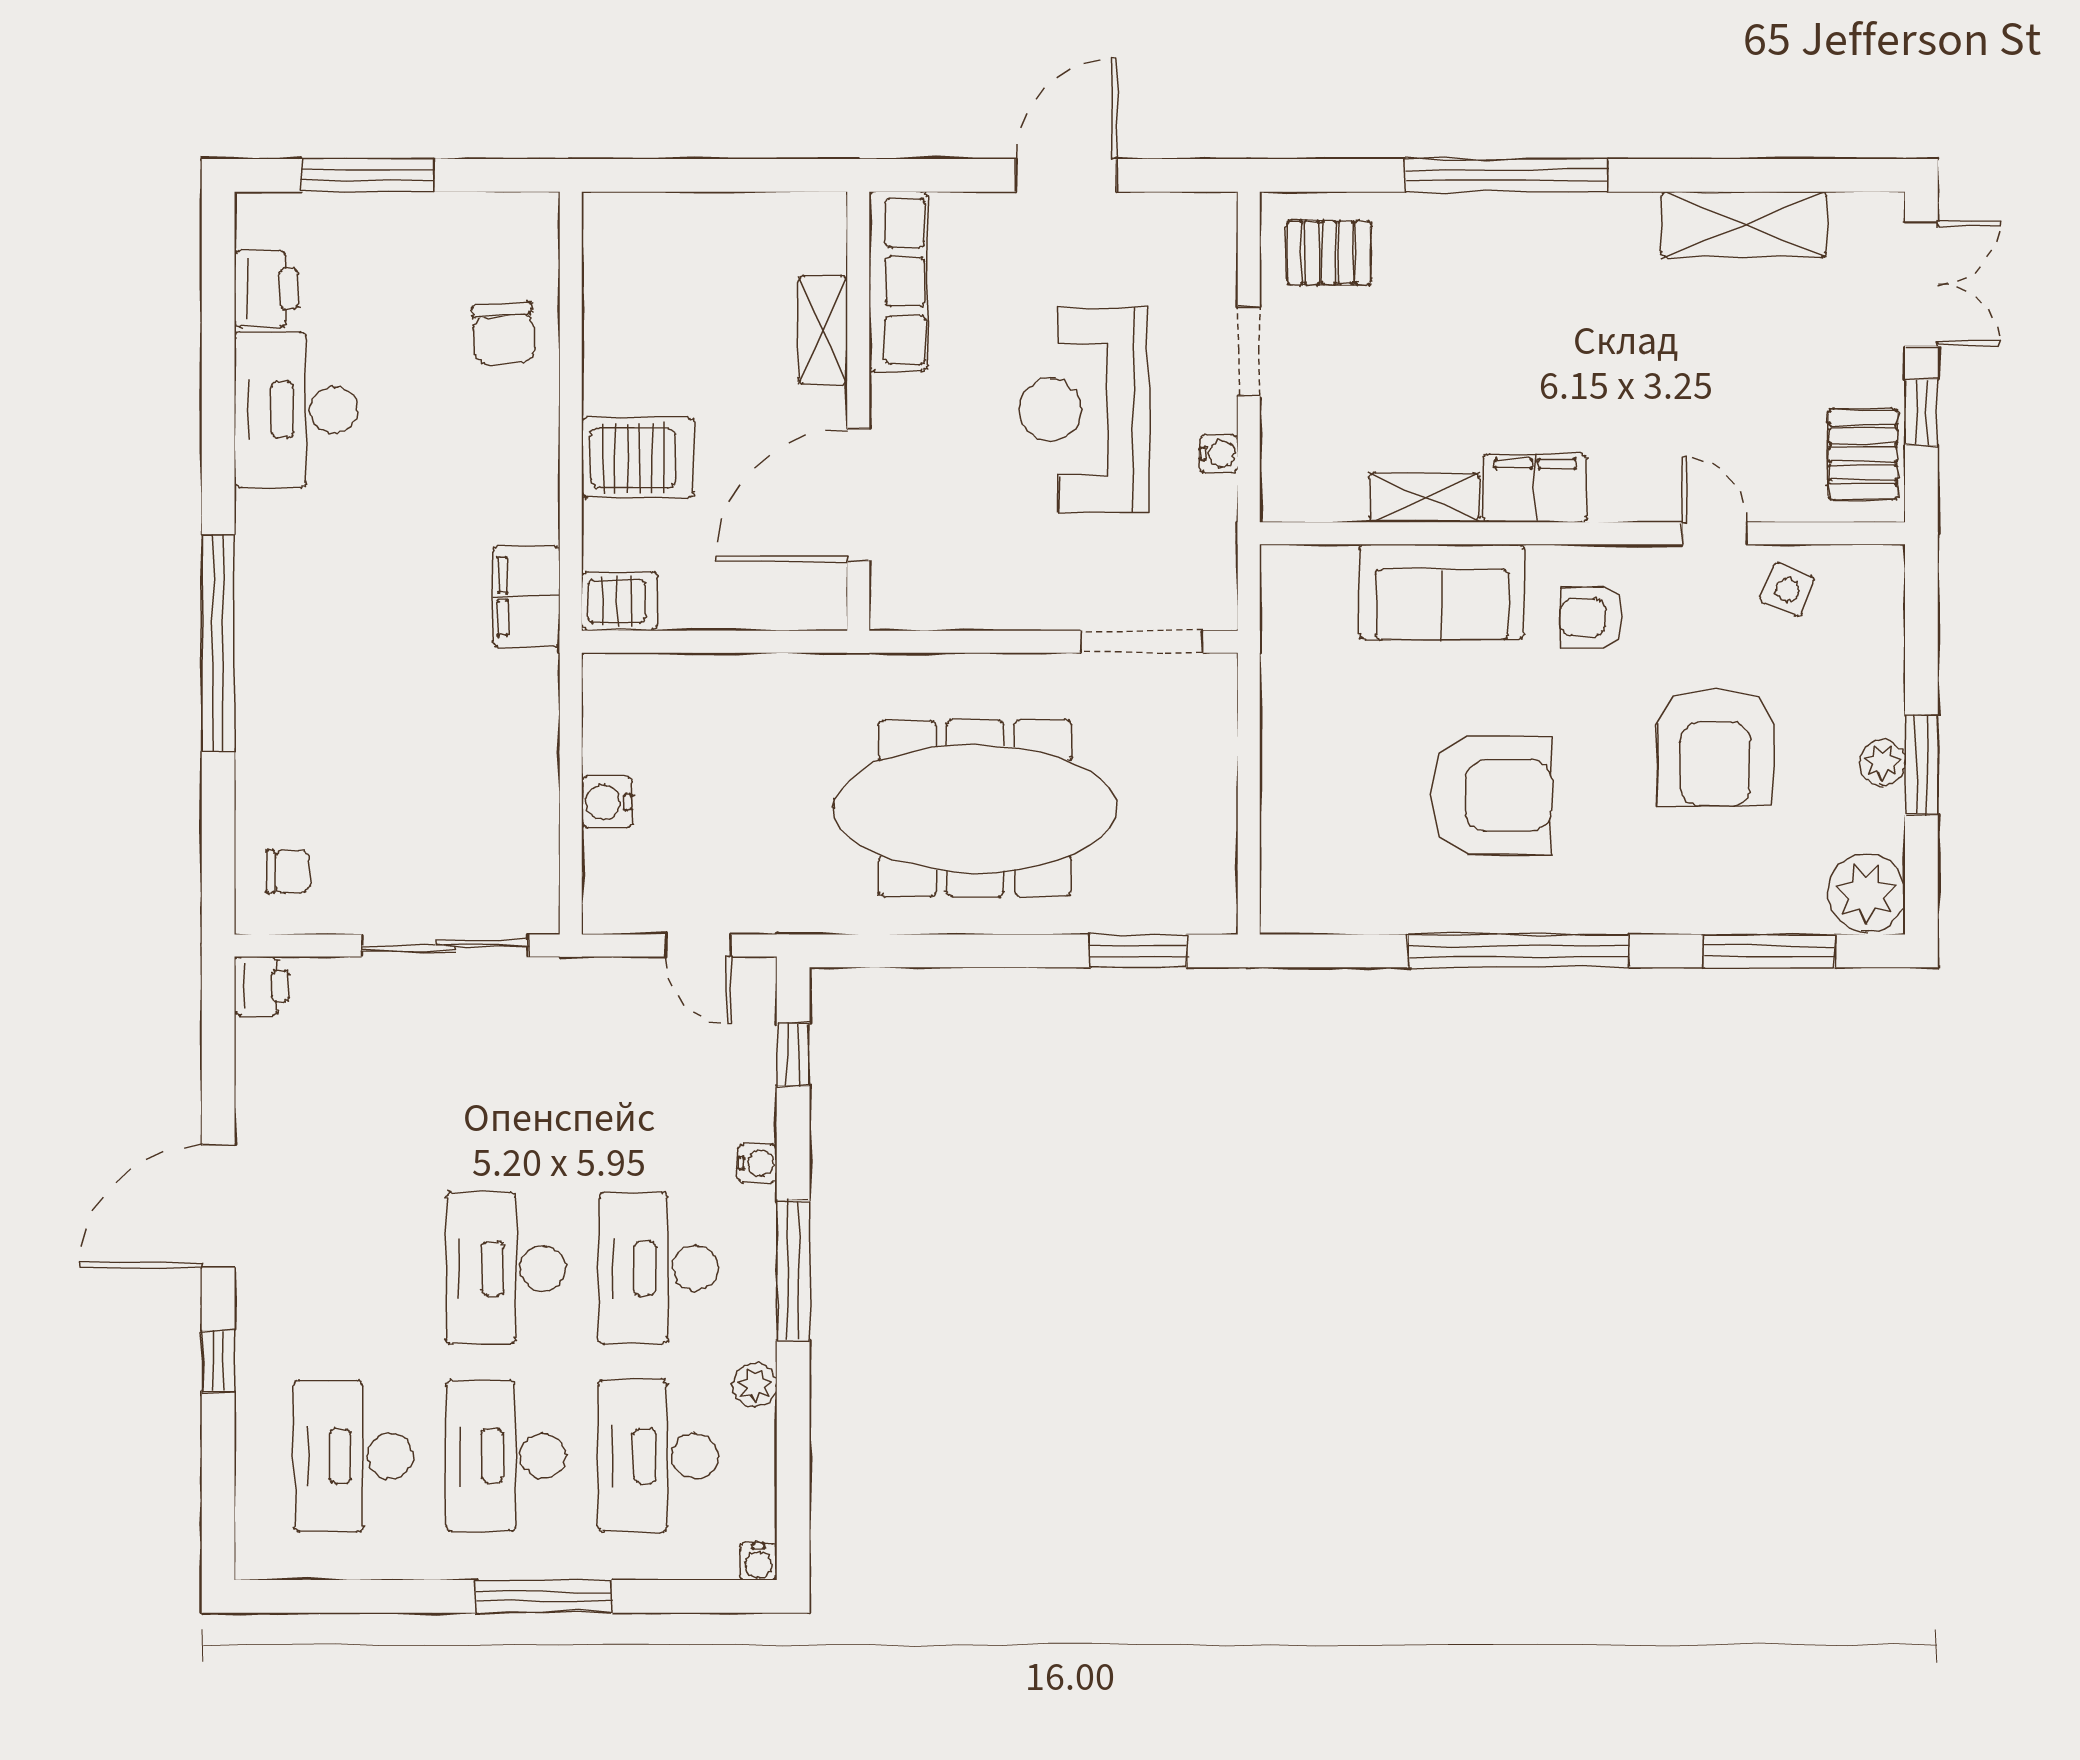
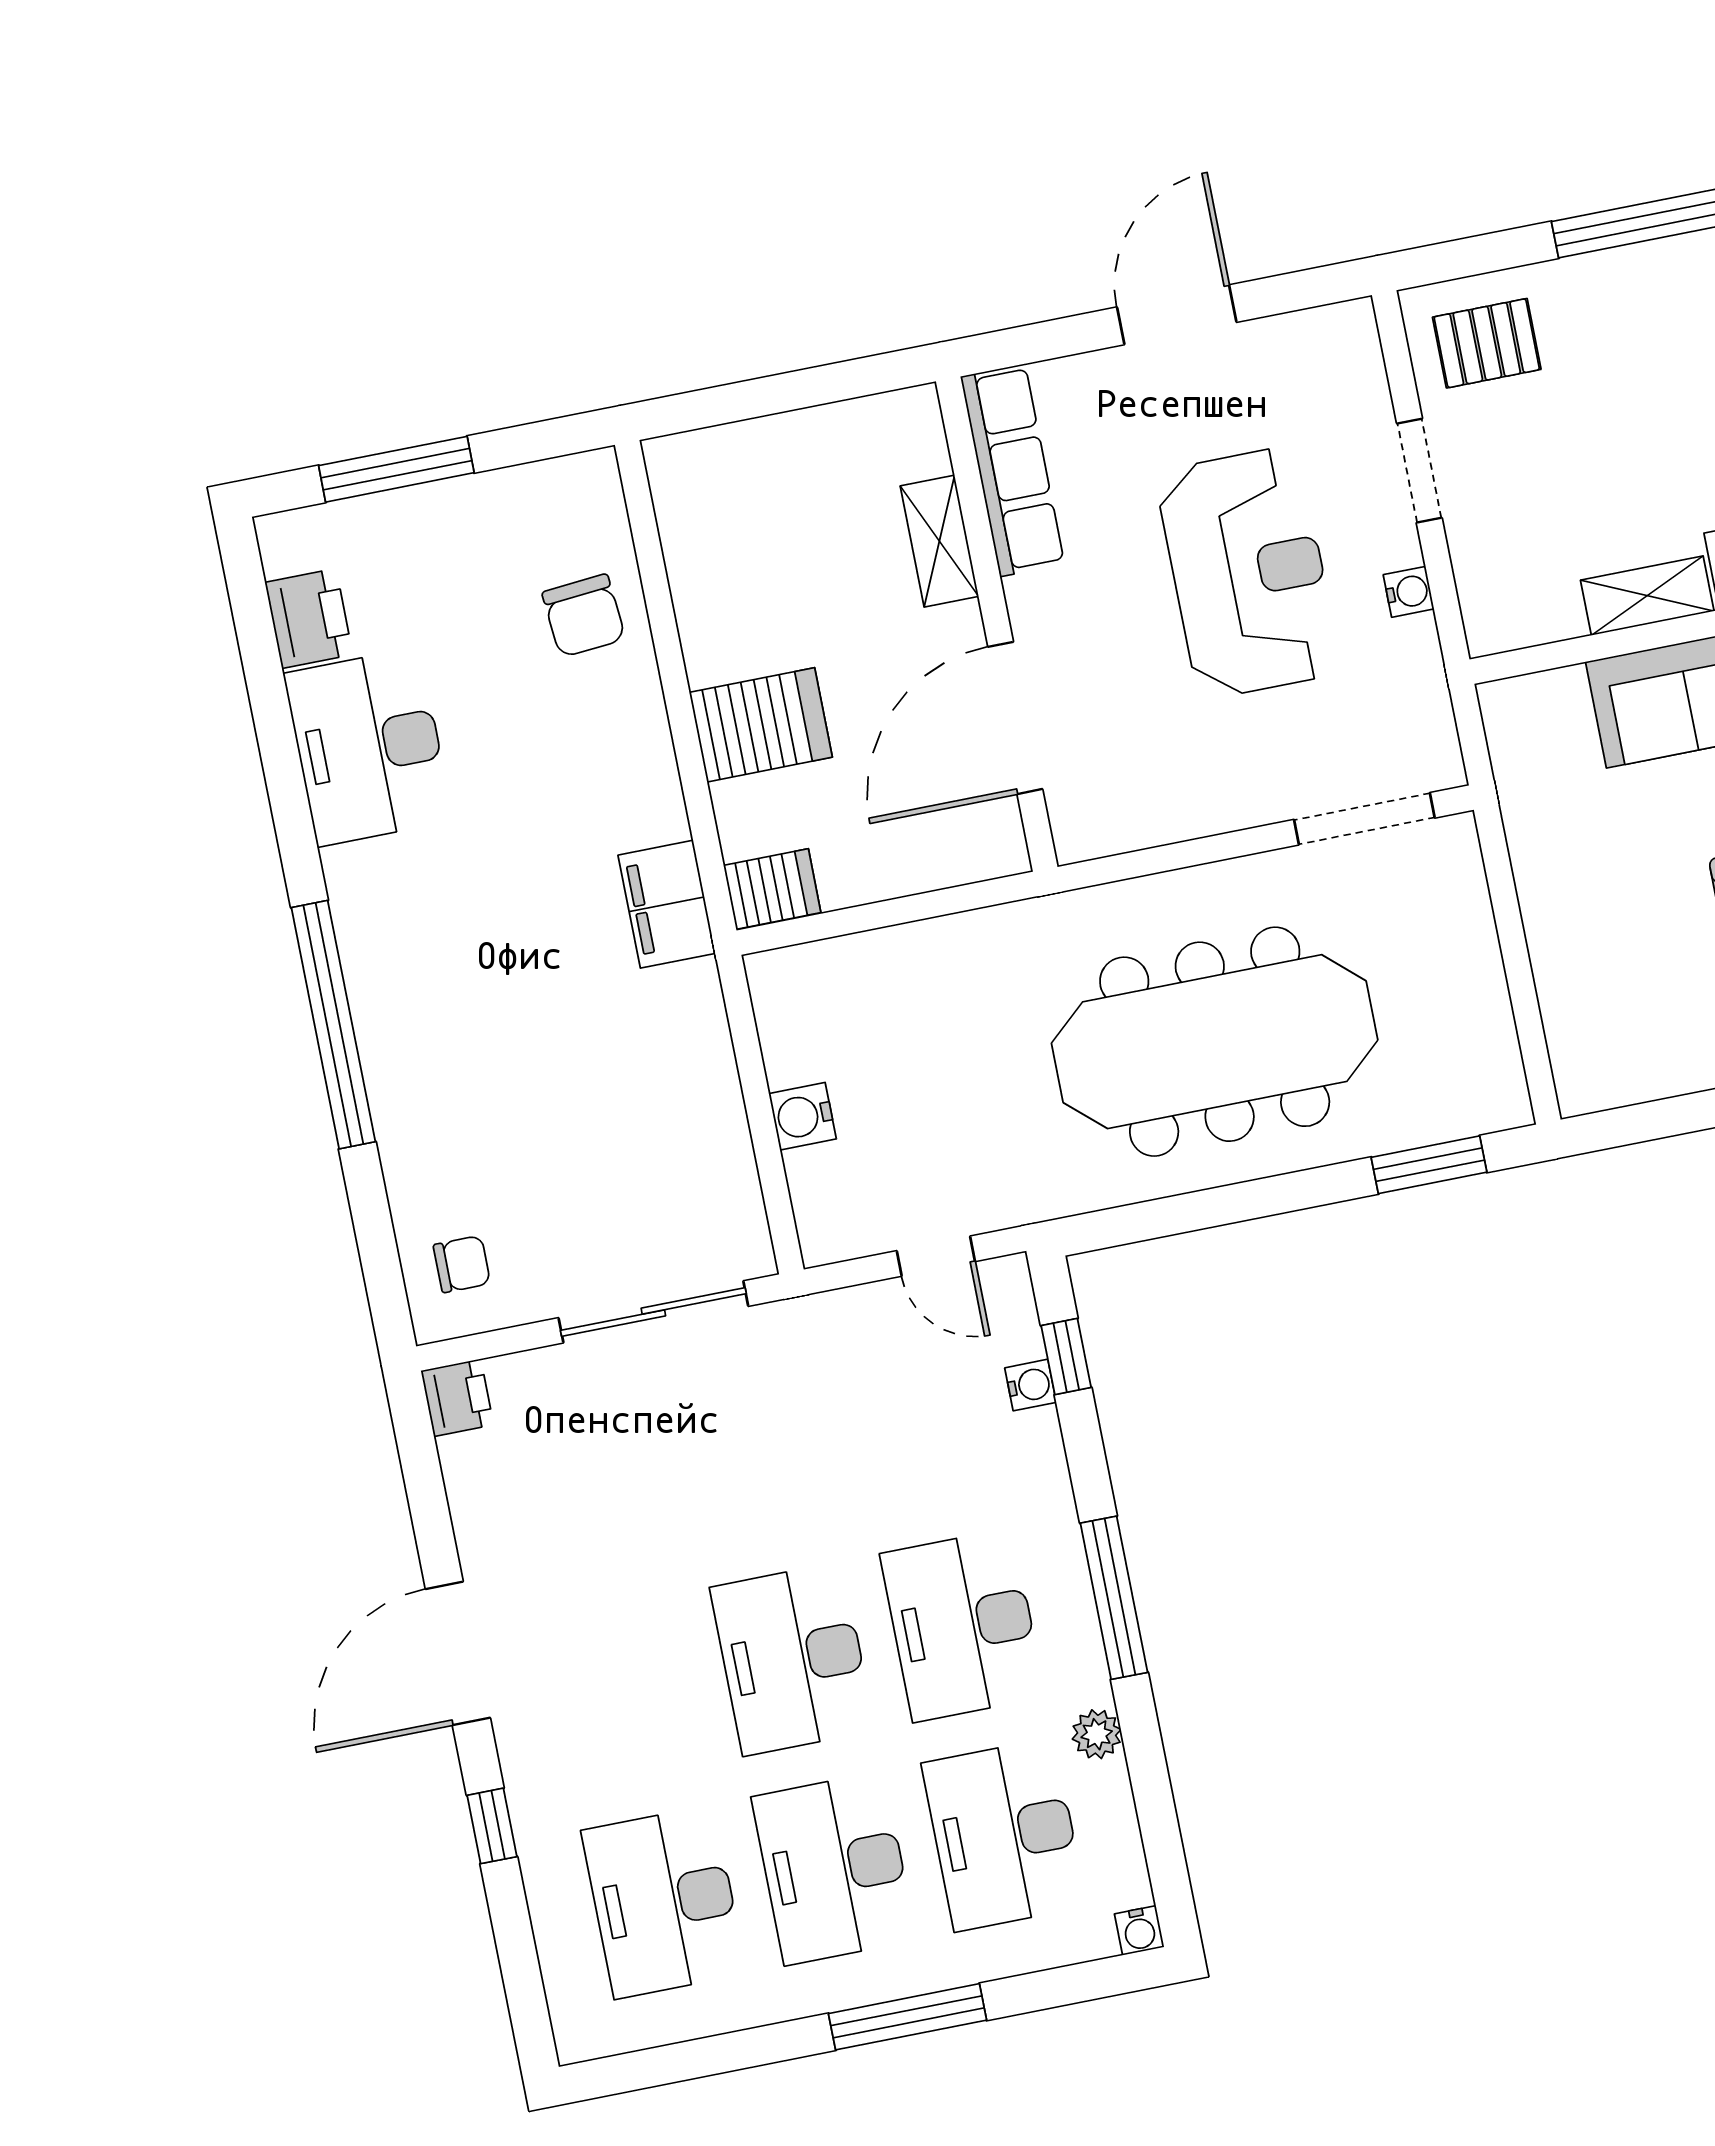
reception desk: (1084, 410) -> (1248, 572), turned 180
water cooler: (758, 1163) -> (1030, 1385), moved

